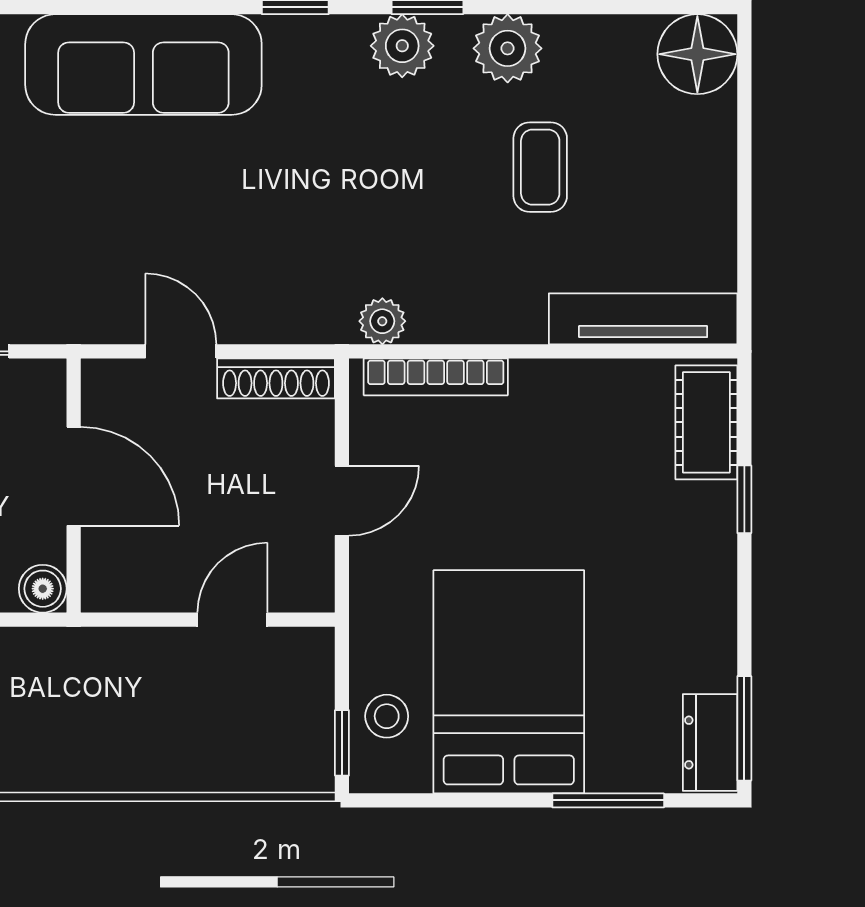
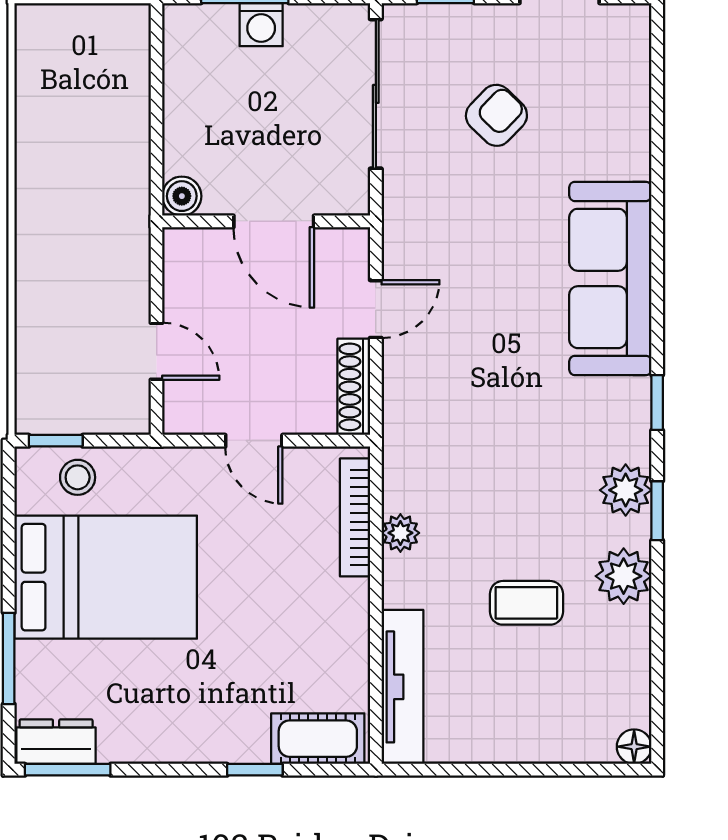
floor lamp: (697, 54) -> (634, 747), width x0.53, depth x0.53
plant: (382, 321) -> (400, 533), moved
door: (74, 476) -> (274, 221), hinge flipped

